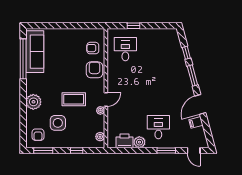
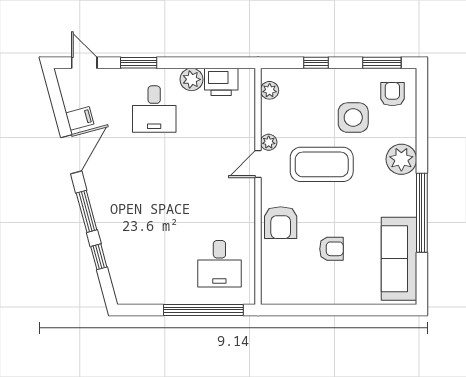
window: (133, 26) -> (203, 310), width x3.17
armchair: (93, 48) -> (331, 249), moved
window: (23, 59) -> (422, 213), moved
coffee table: (74, 99) -> (322, 164), width x1.36, depth x1.32

